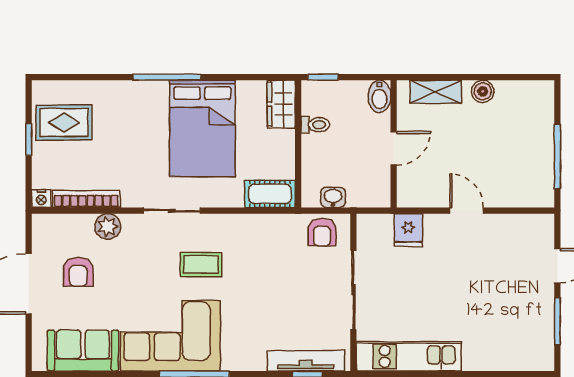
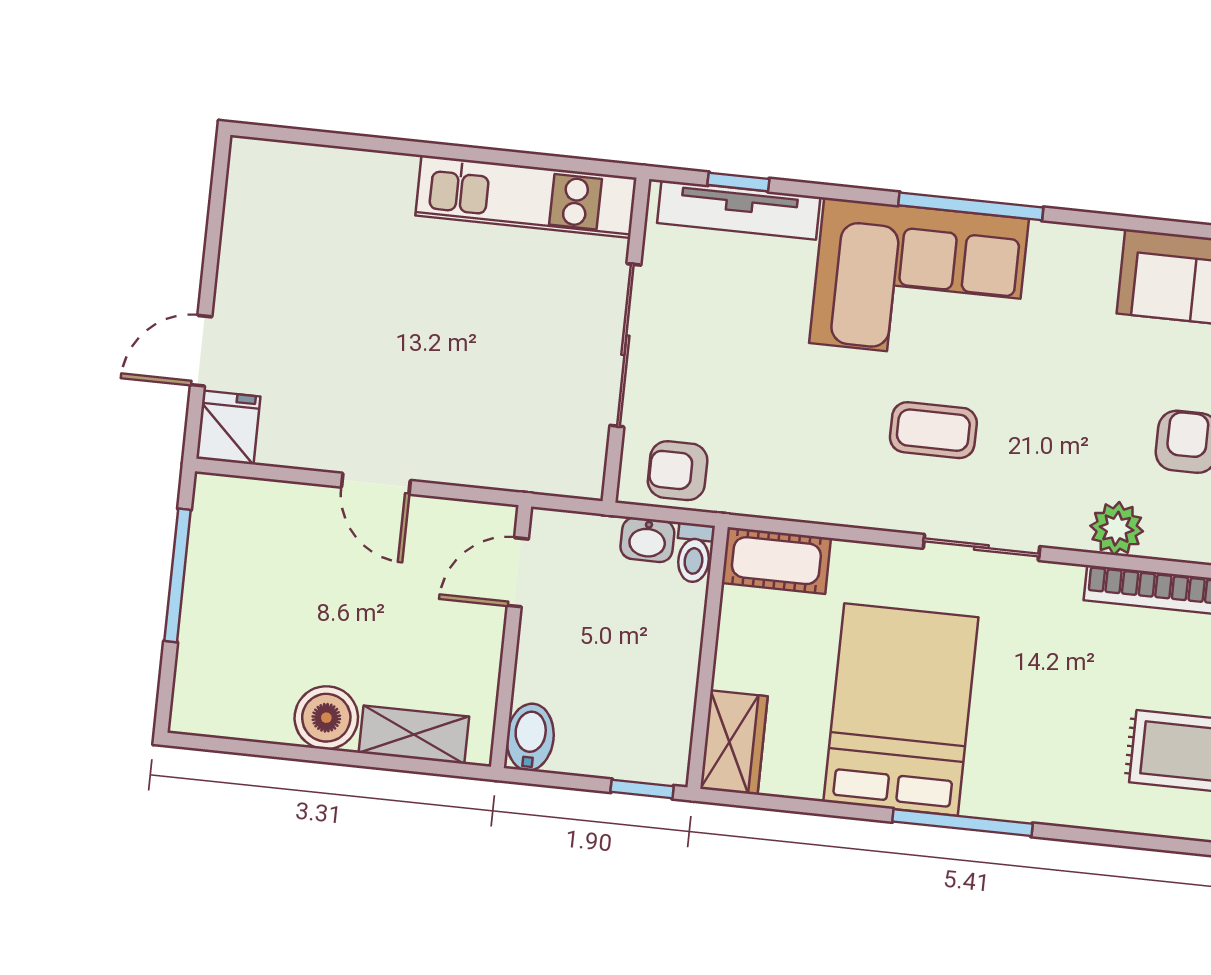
boiler: (483, 91) -> (326, 718), width x1.36, depth x1.36
toilet: (315, 125) -> (694, 553), moved, turned -90
door: (394, 148) -> (518, 572), moved
fridge: (408, 230) -> (228, 428), moved
armchair: (322, 232) -> (678, 471), turned -90
window: (557, 321) -> (213, 237), removed
corner sofa: (170, 336) -> (919, 281), moved

